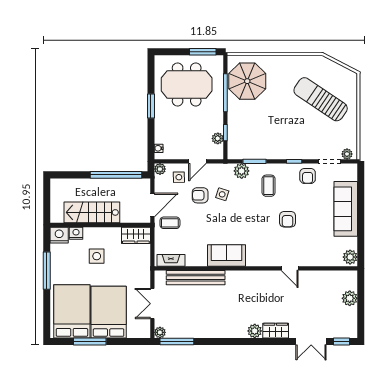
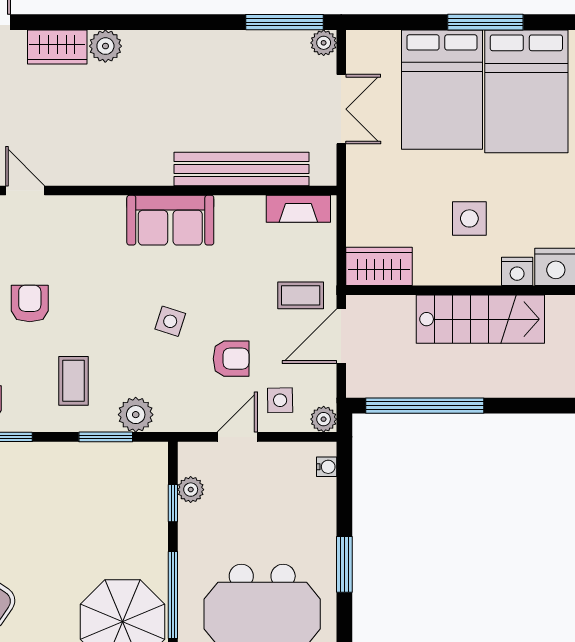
side table: (222, 194) -> (170, 321), moved

